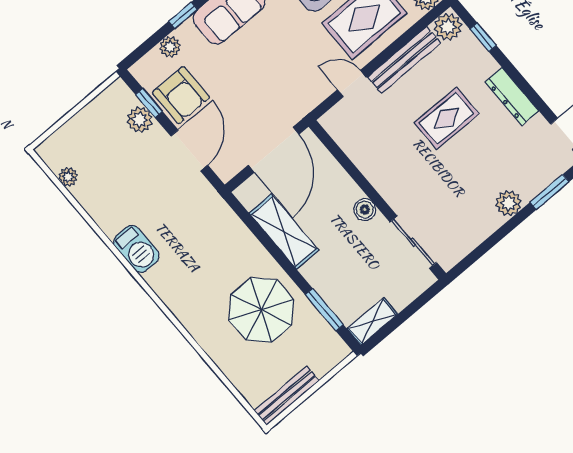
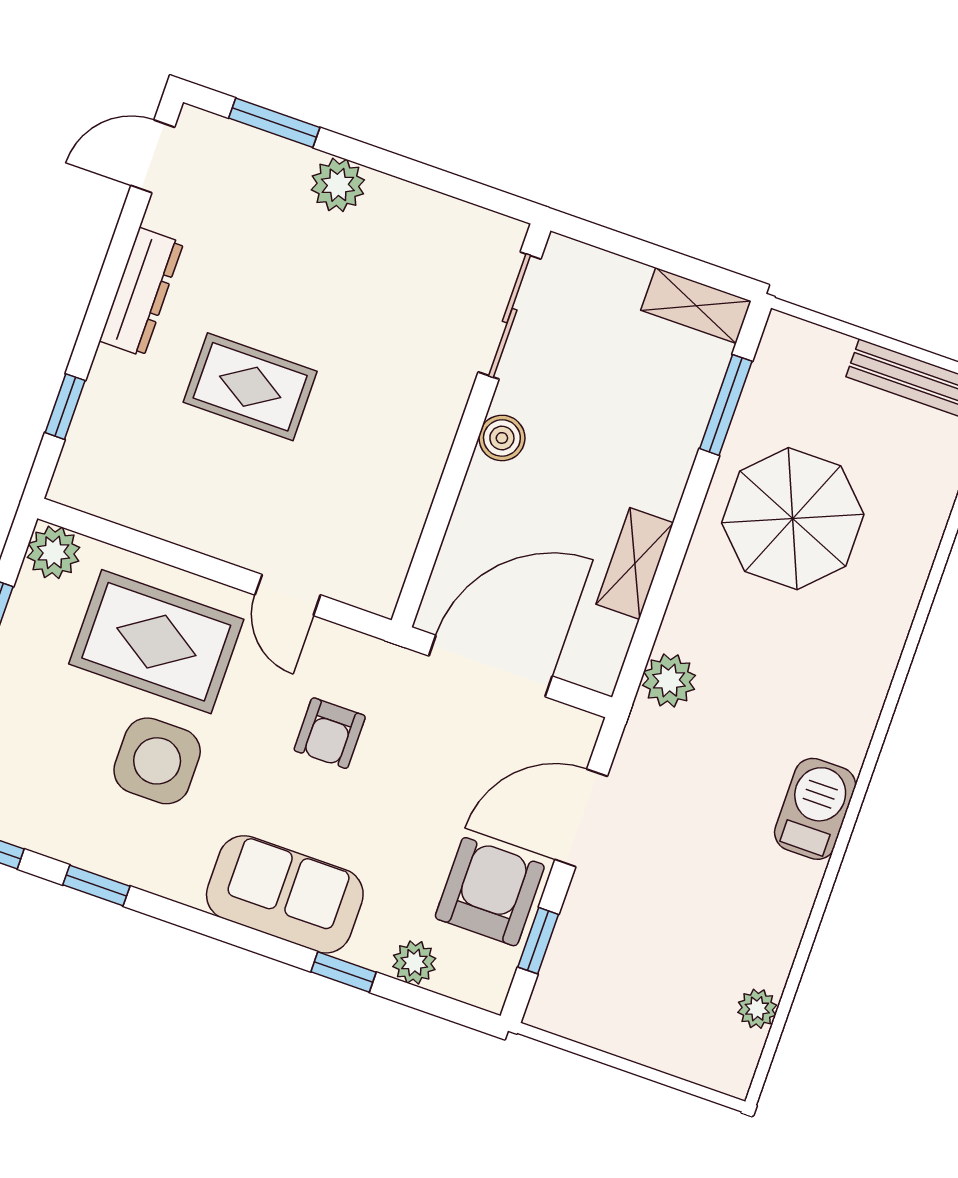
plant: (448, 27) -> (83, 482), removed
bench: (404, 60) -> (190, 525), removed
armchair: (285, 67) -> (330, 733), added
plant: (140, 120) -> (669, 680), moved
shelving: (284, 232) -> (635, 563), width x0.67, depth x0.75

